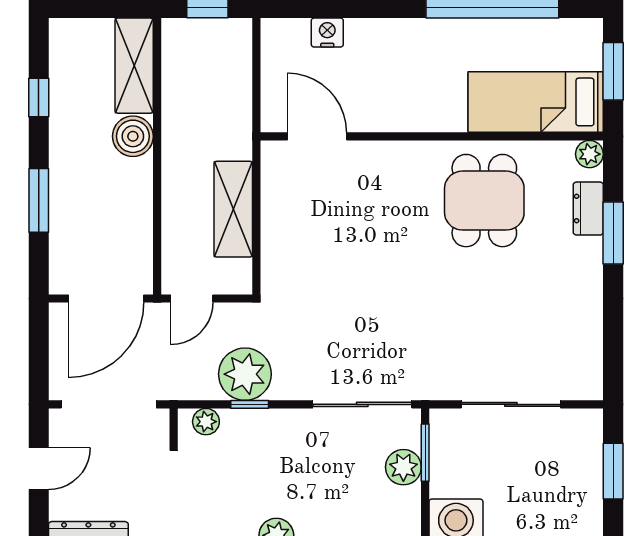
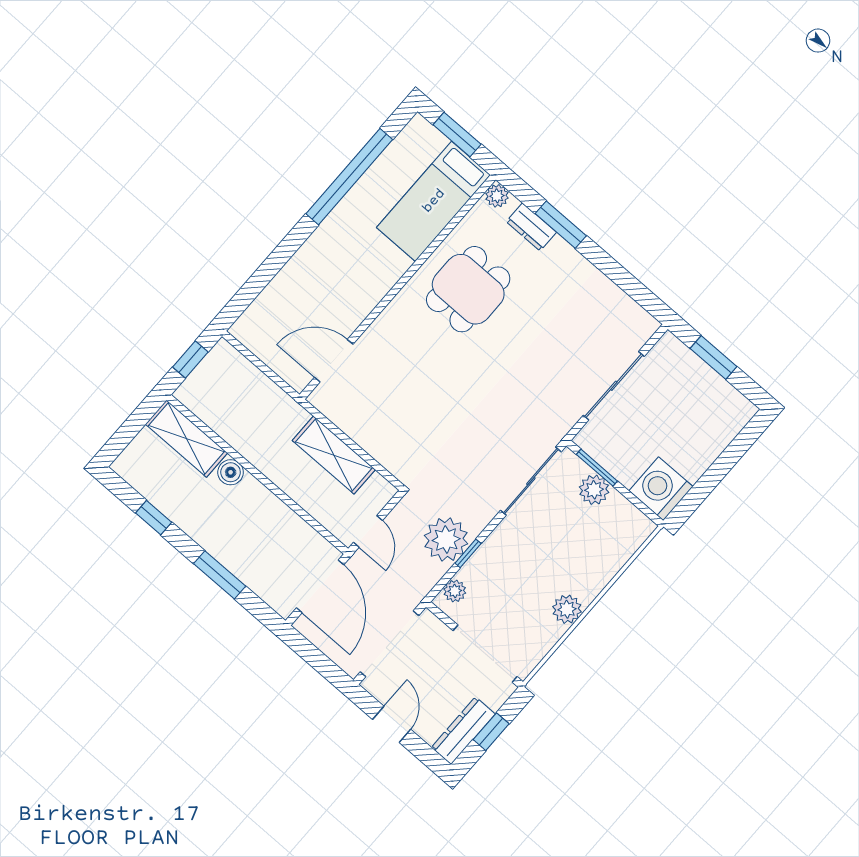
nightstand: (327, 33) -> (273, 296), removed
boiler: (133, 136) -> (231, 472), width x0.73, depth x0.73
dining table: (484, 201) -> (468, 289), turned 90

